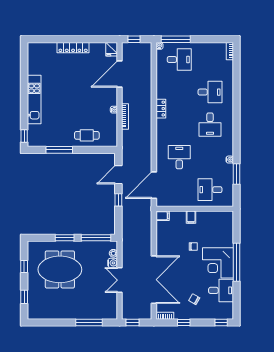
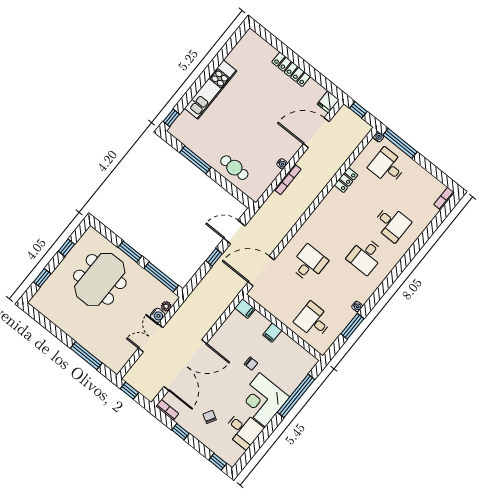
desk: (179, 60) -> (387, 166), turned 180
locker: (161, 109) -> (346, 180), moved
window: (236, 262) -> (296, 396), moved
meeting table: (60, 269) -> (100, 279), turned 90

